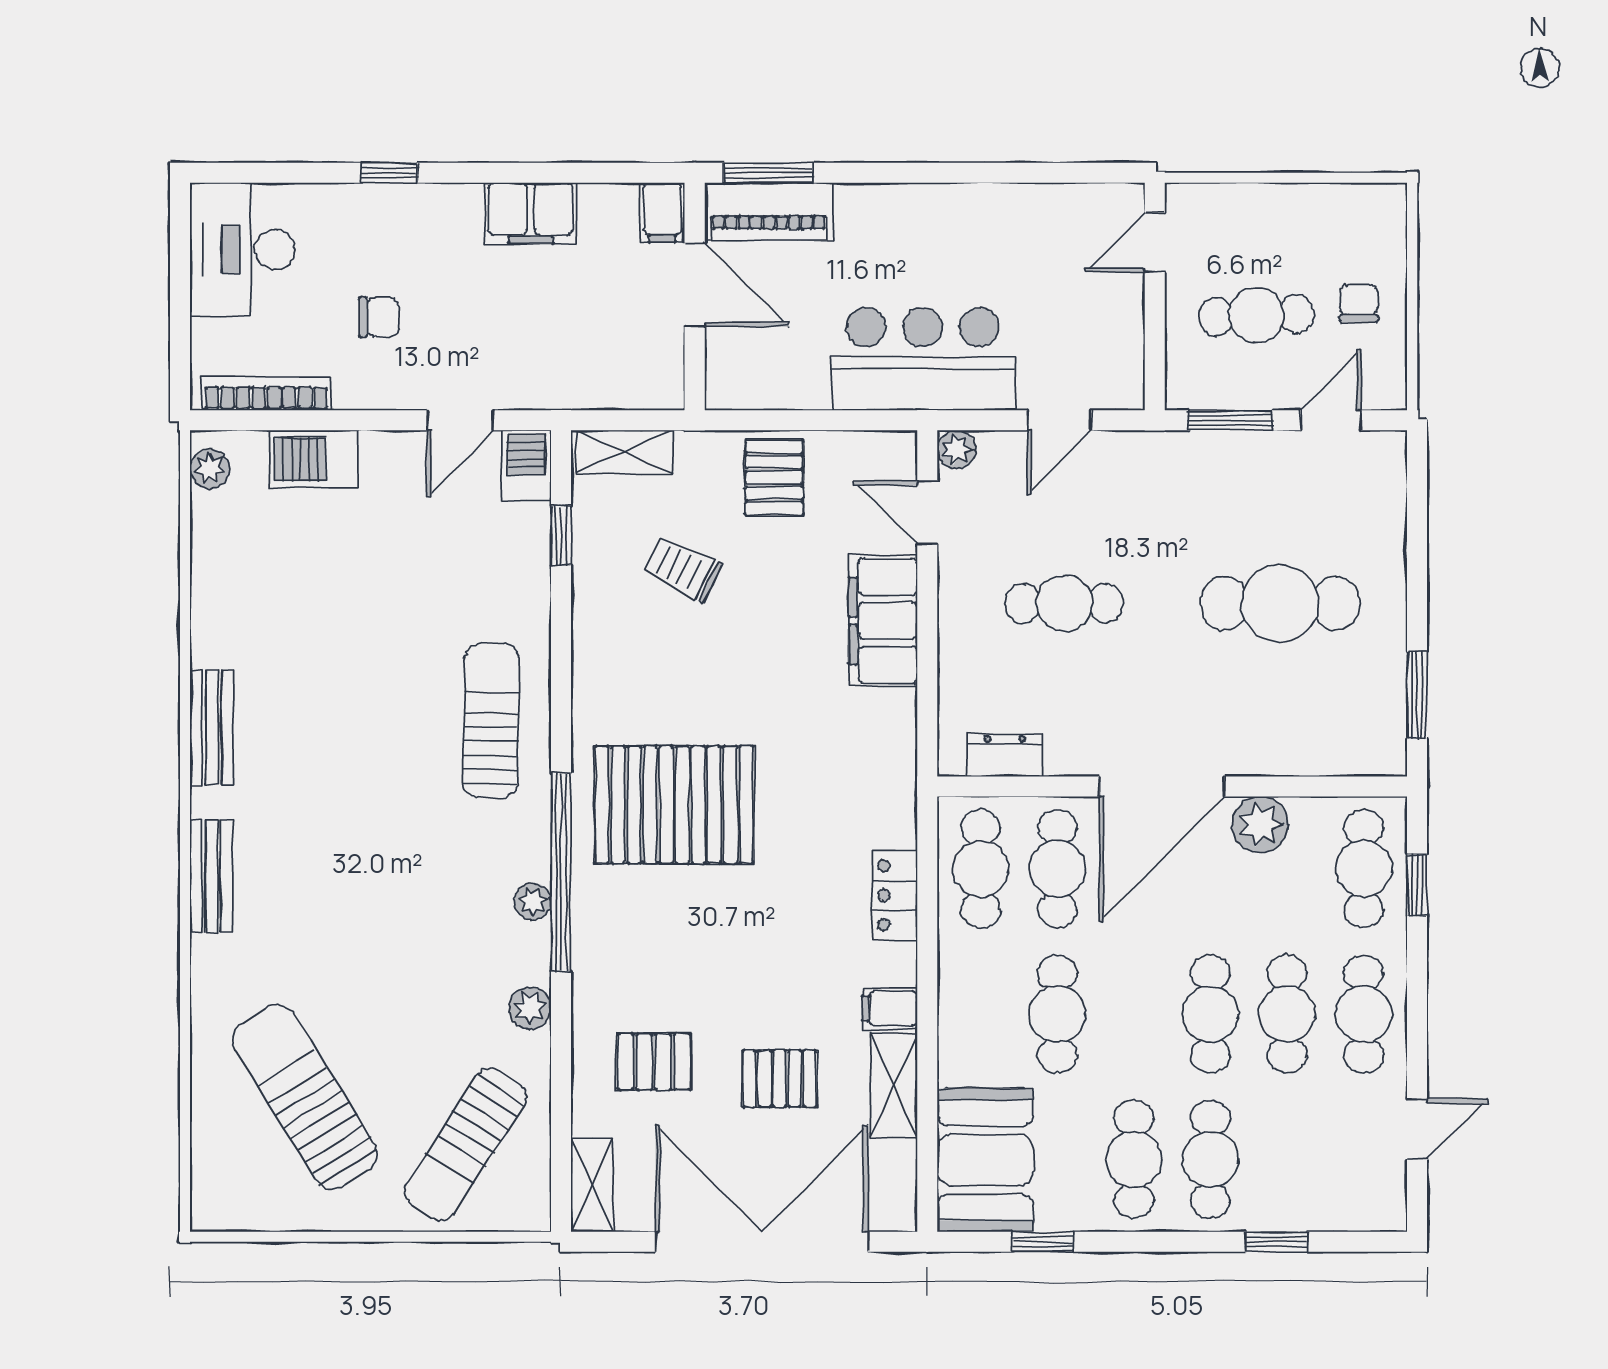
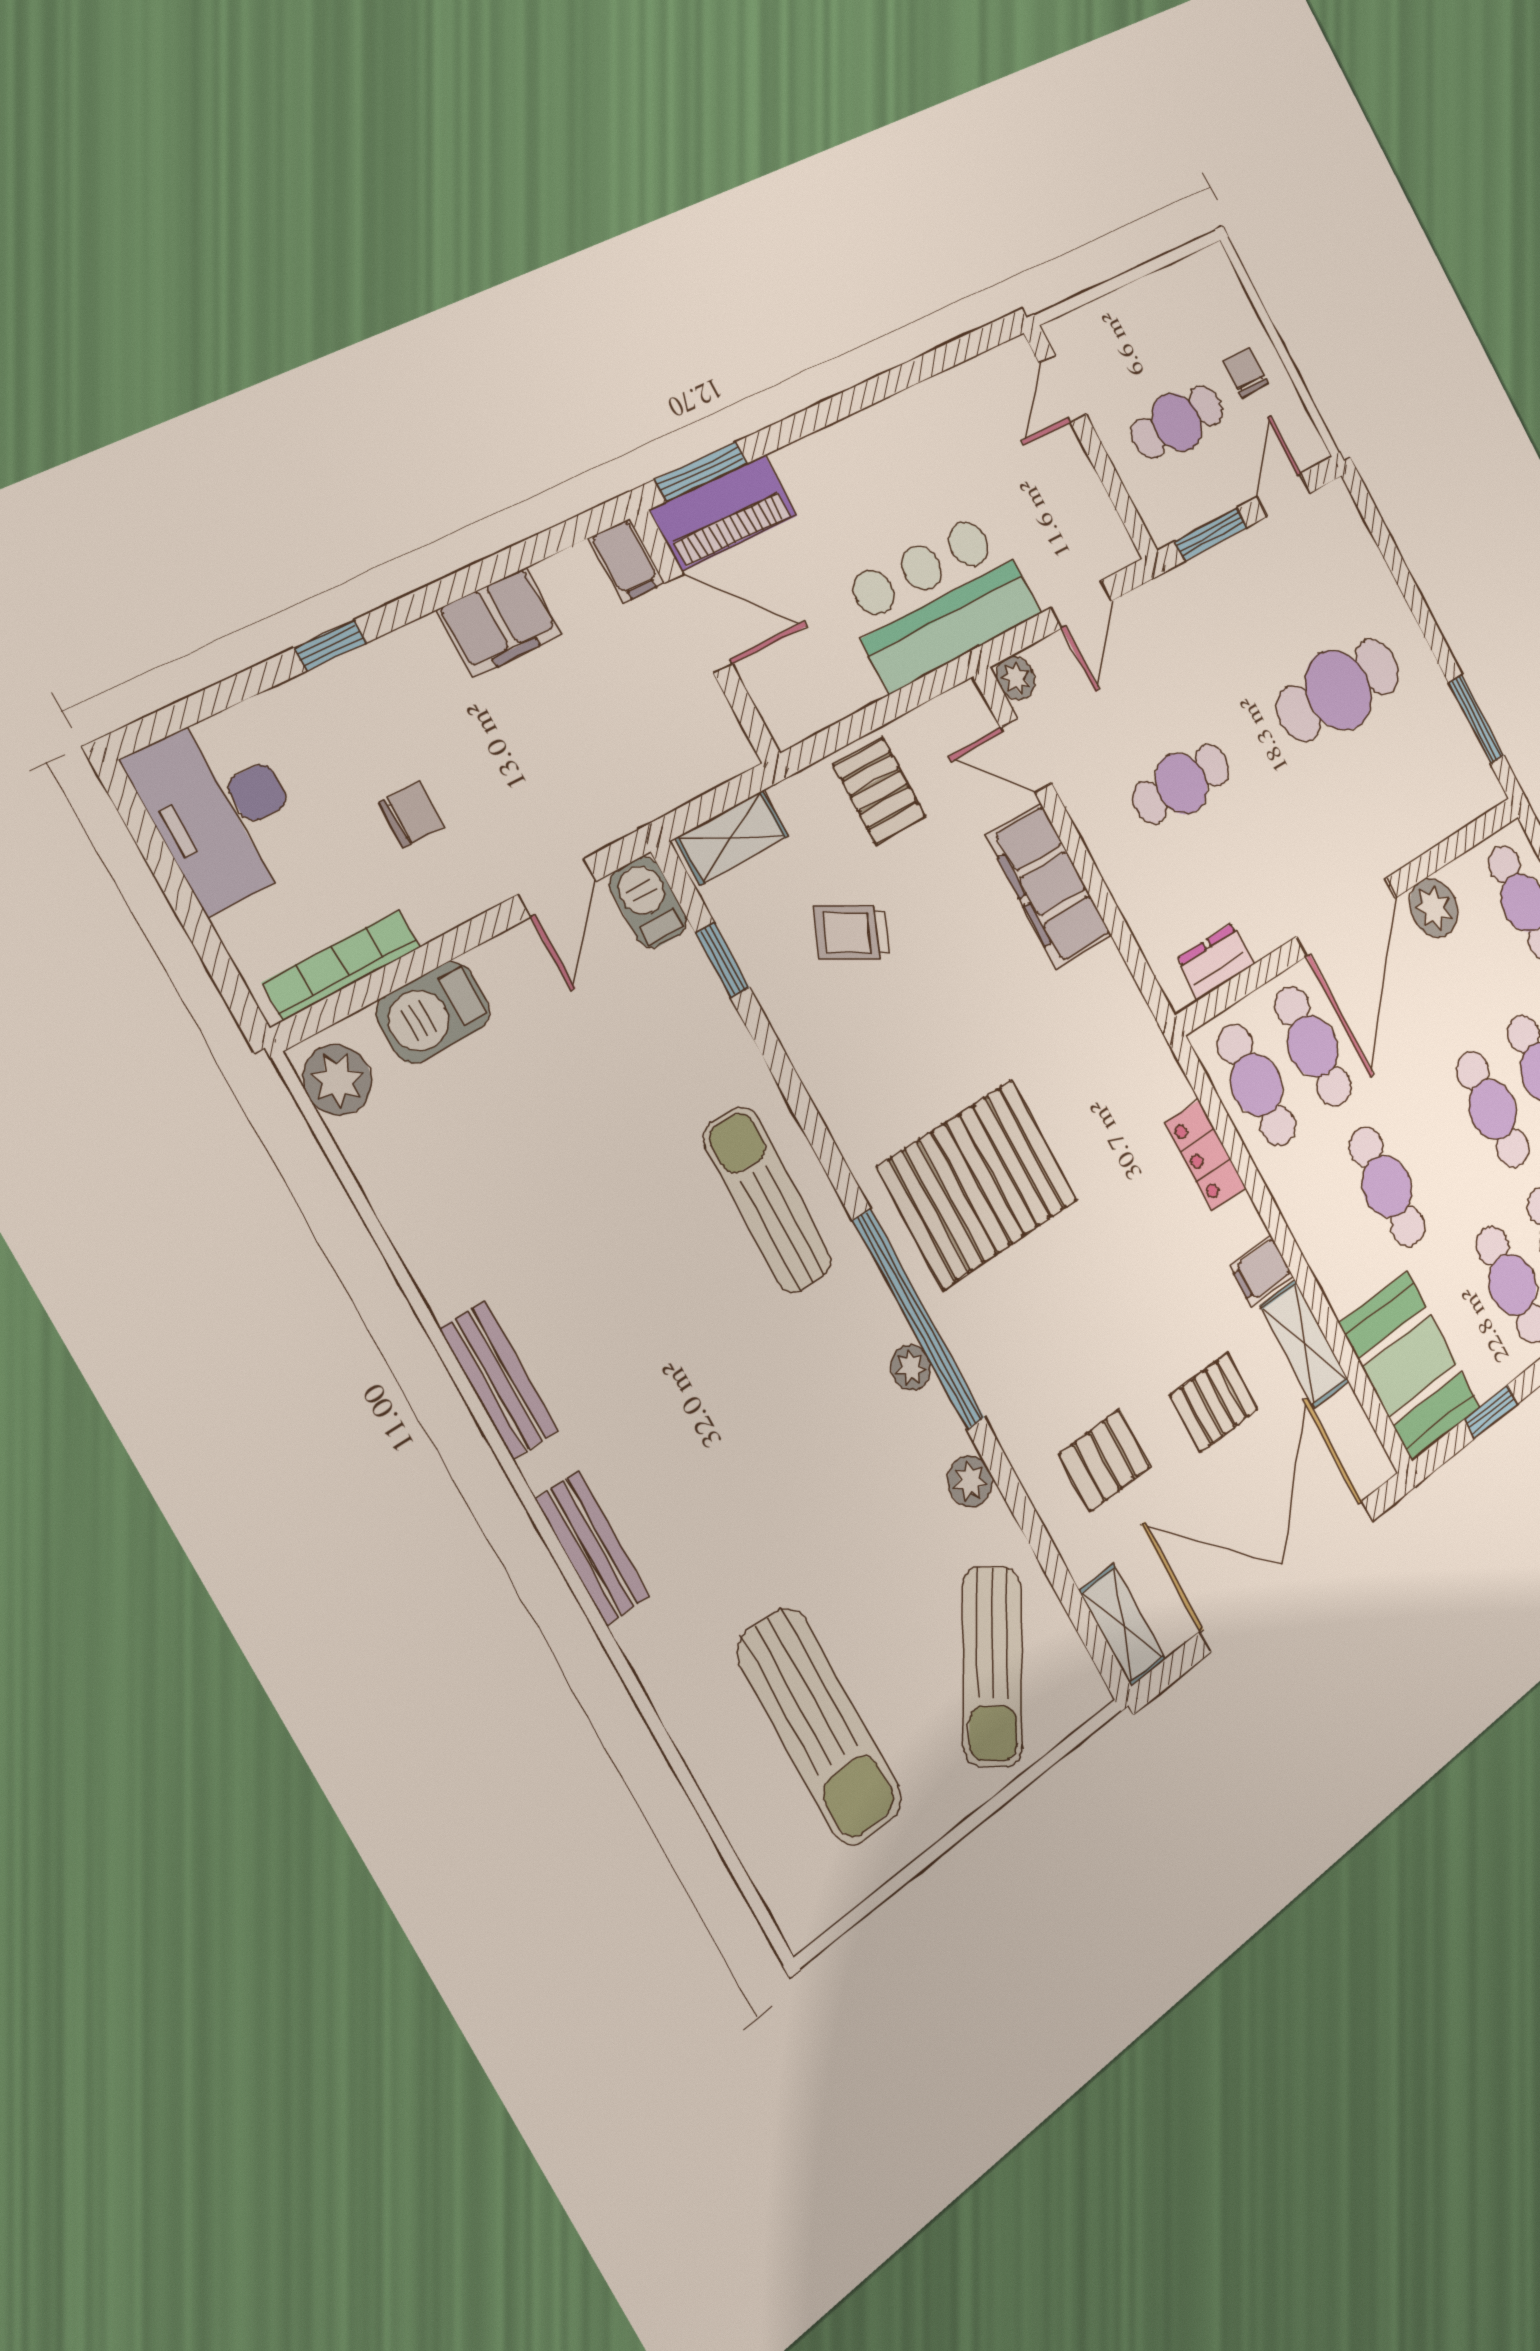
plant: (210, 469) -> (337, 1080), width x1.38, depth x1.38
sun lounger: (305, 1097) -> (820, 1726), turned -148

